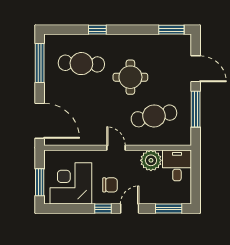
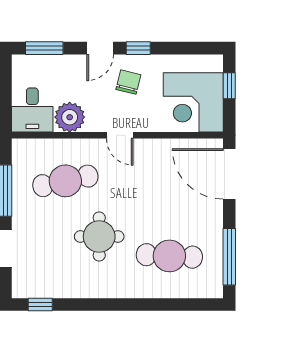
window: (97, 30) -> (147, 305), removed
window: (171, 30) -> (40, 305), width x0.67
window: (40, 182) -> (229, 86), width x0.67
corner desk: (71, 183) -> (193, 102), moved, turned 90
chair: (110, 185) -> (128, 82), turned 104

